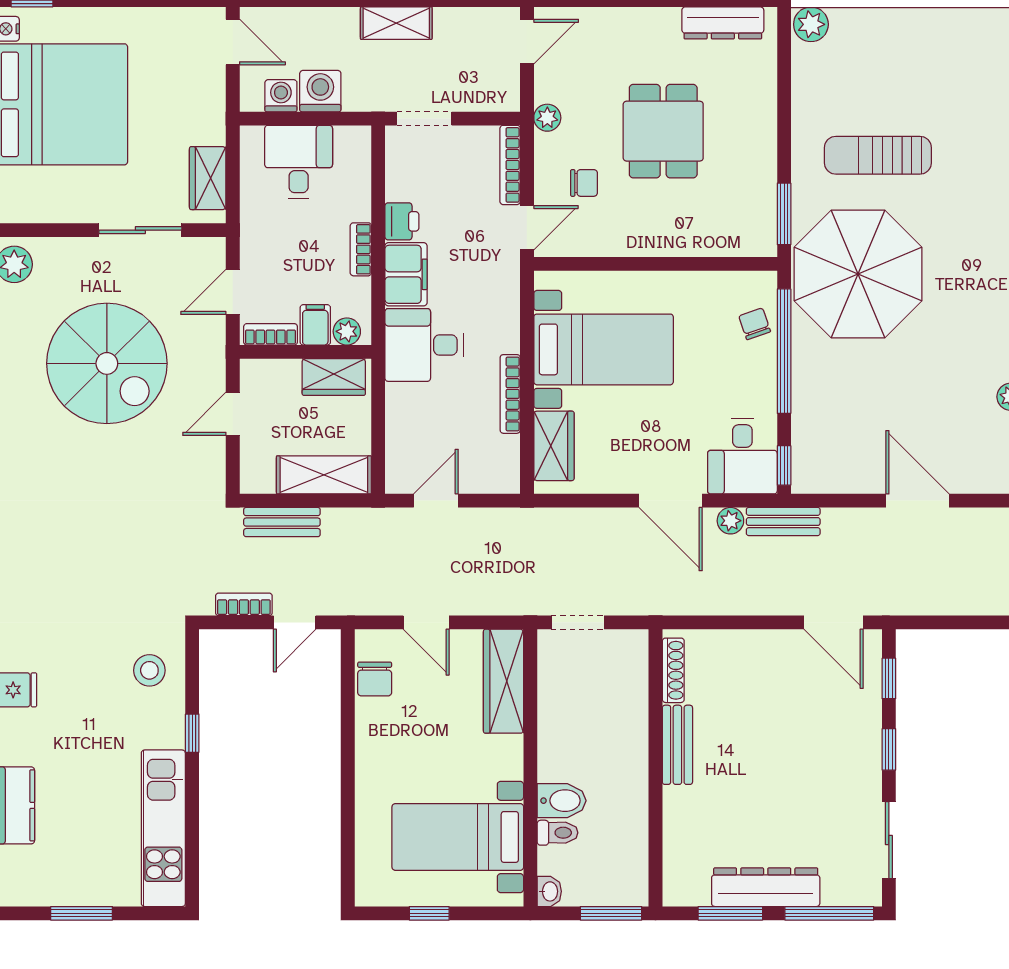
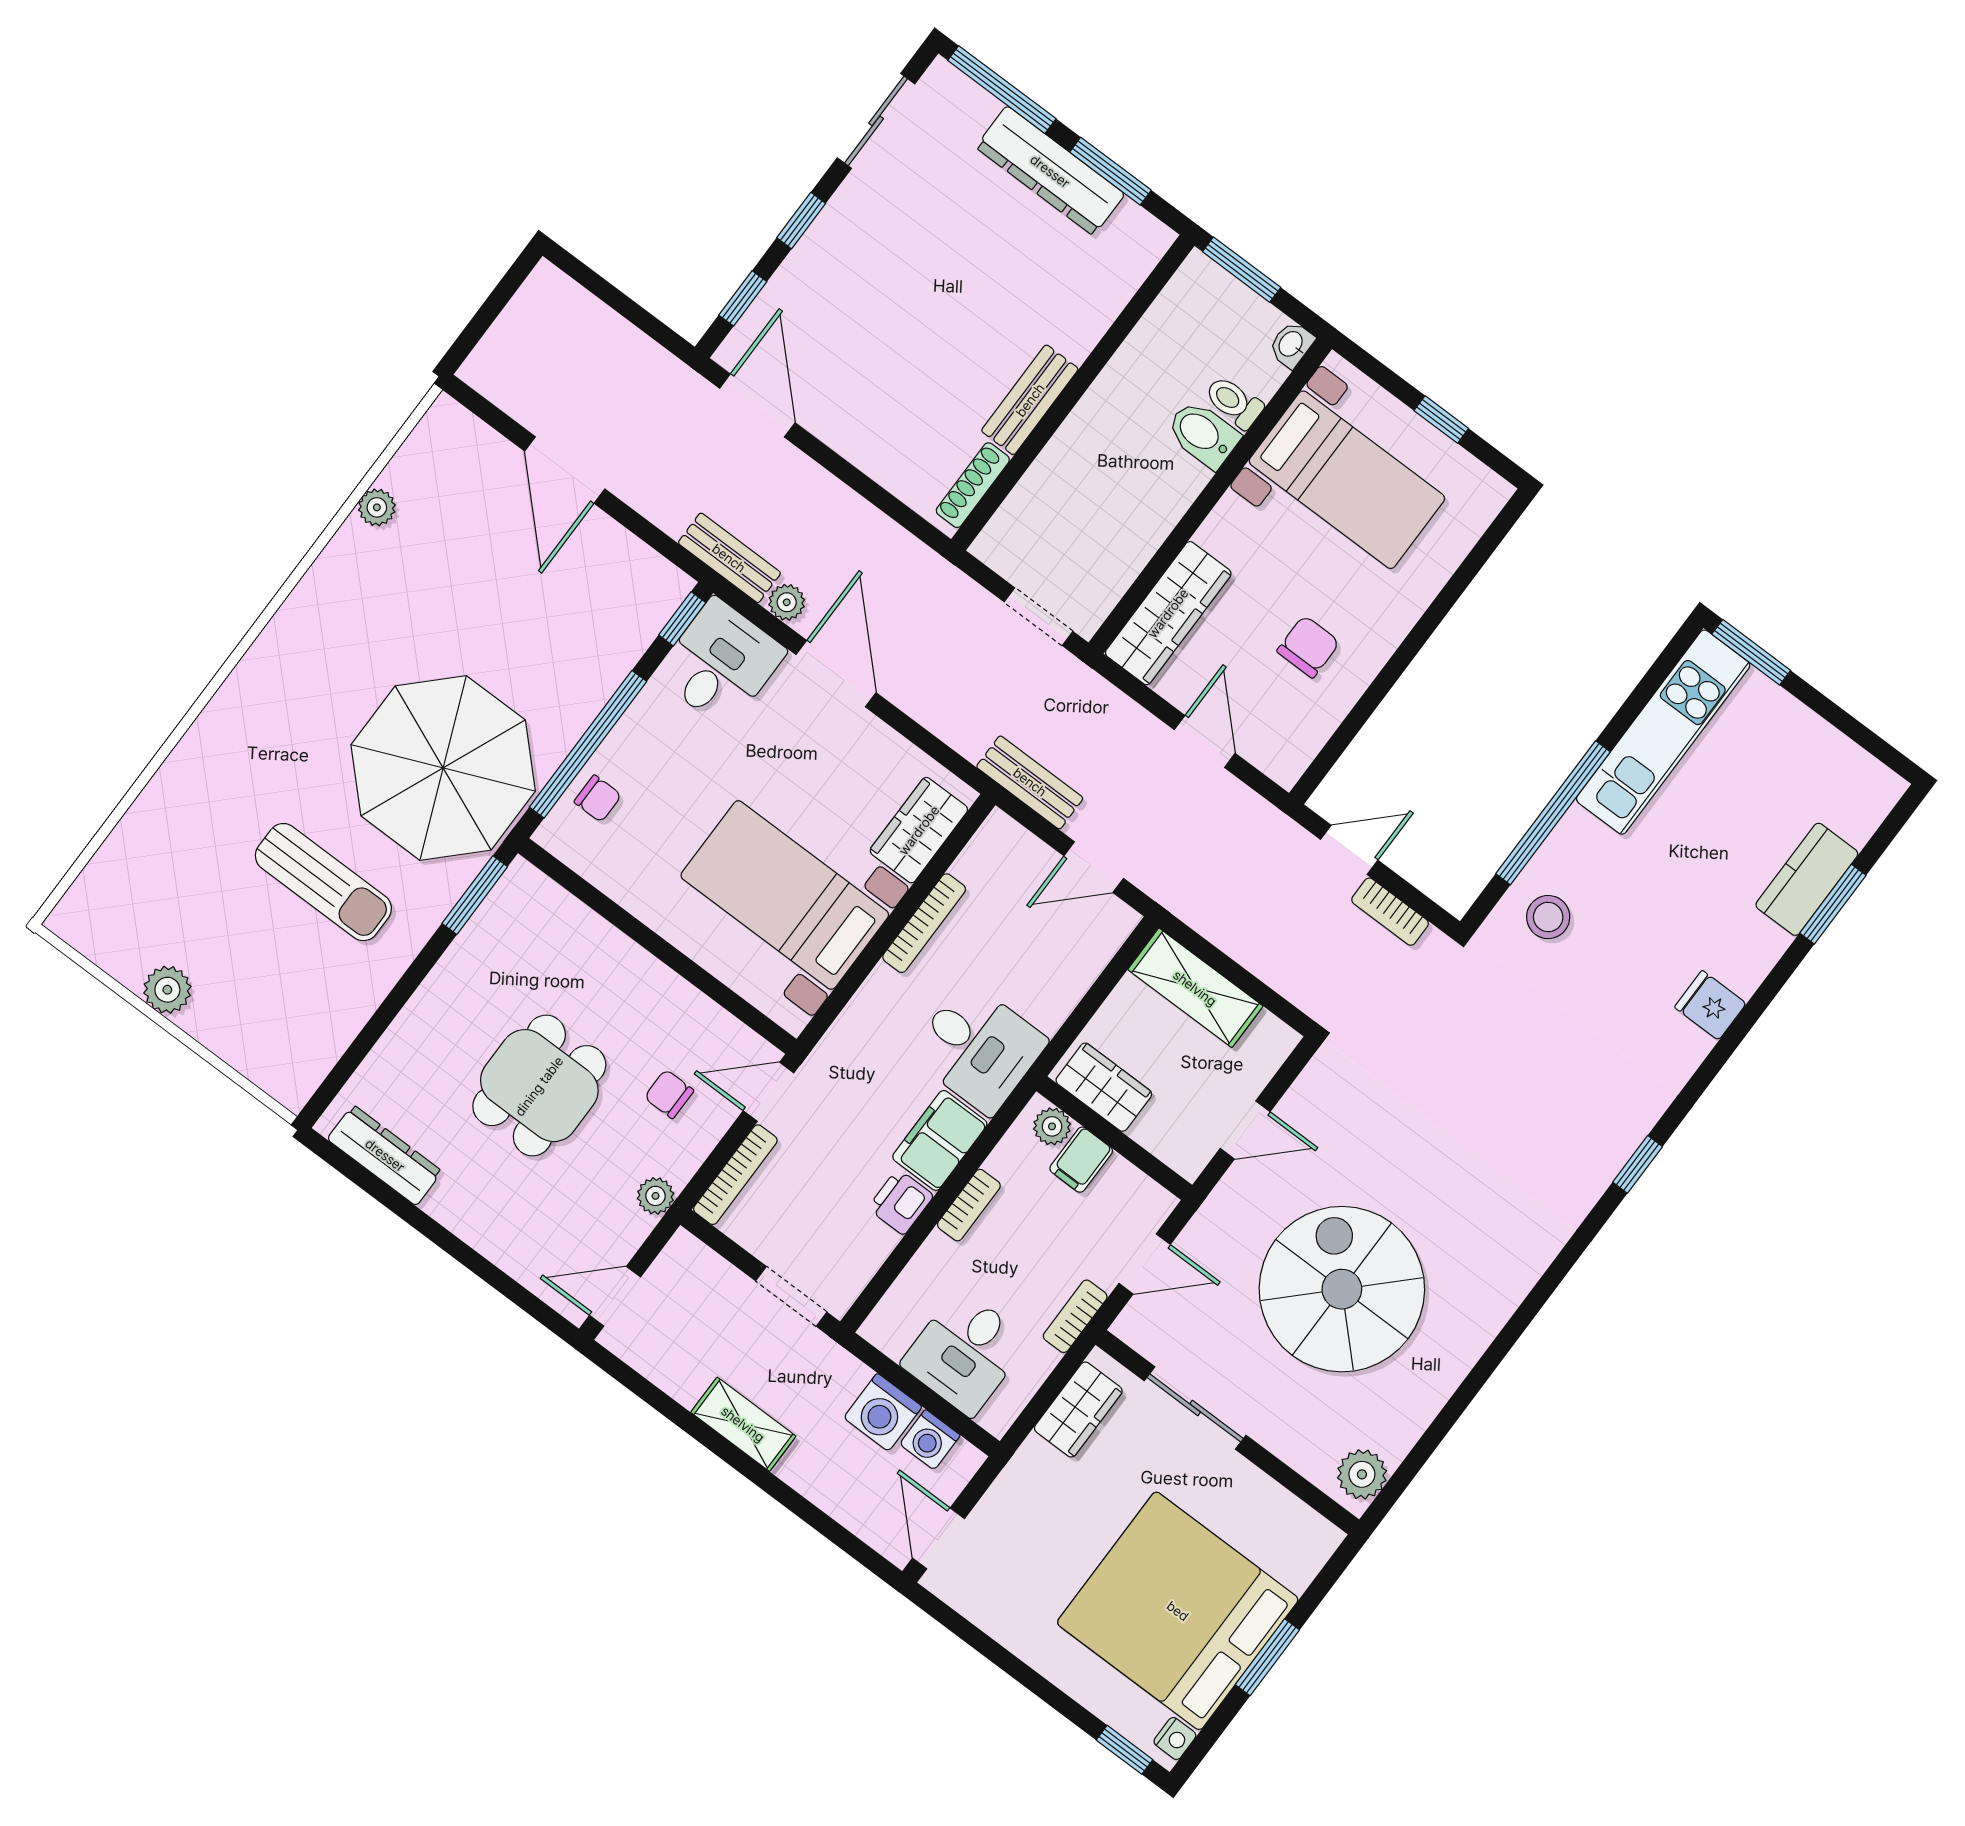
plant: (811, 24) -> (167, 990), moved
chair: (755, 324) -> (598, 799), turned -71
bookcase: (271, 334) -> (1075, 1316), moved, turned 90
bench: (282, 522) -> (1030, 782), moved
chair: (375, 679) -> (1308, 647), moved
window: (192, 733) -> (1553, 813), width x3.17
window: (82, 913) -> (1751, 652), moved

